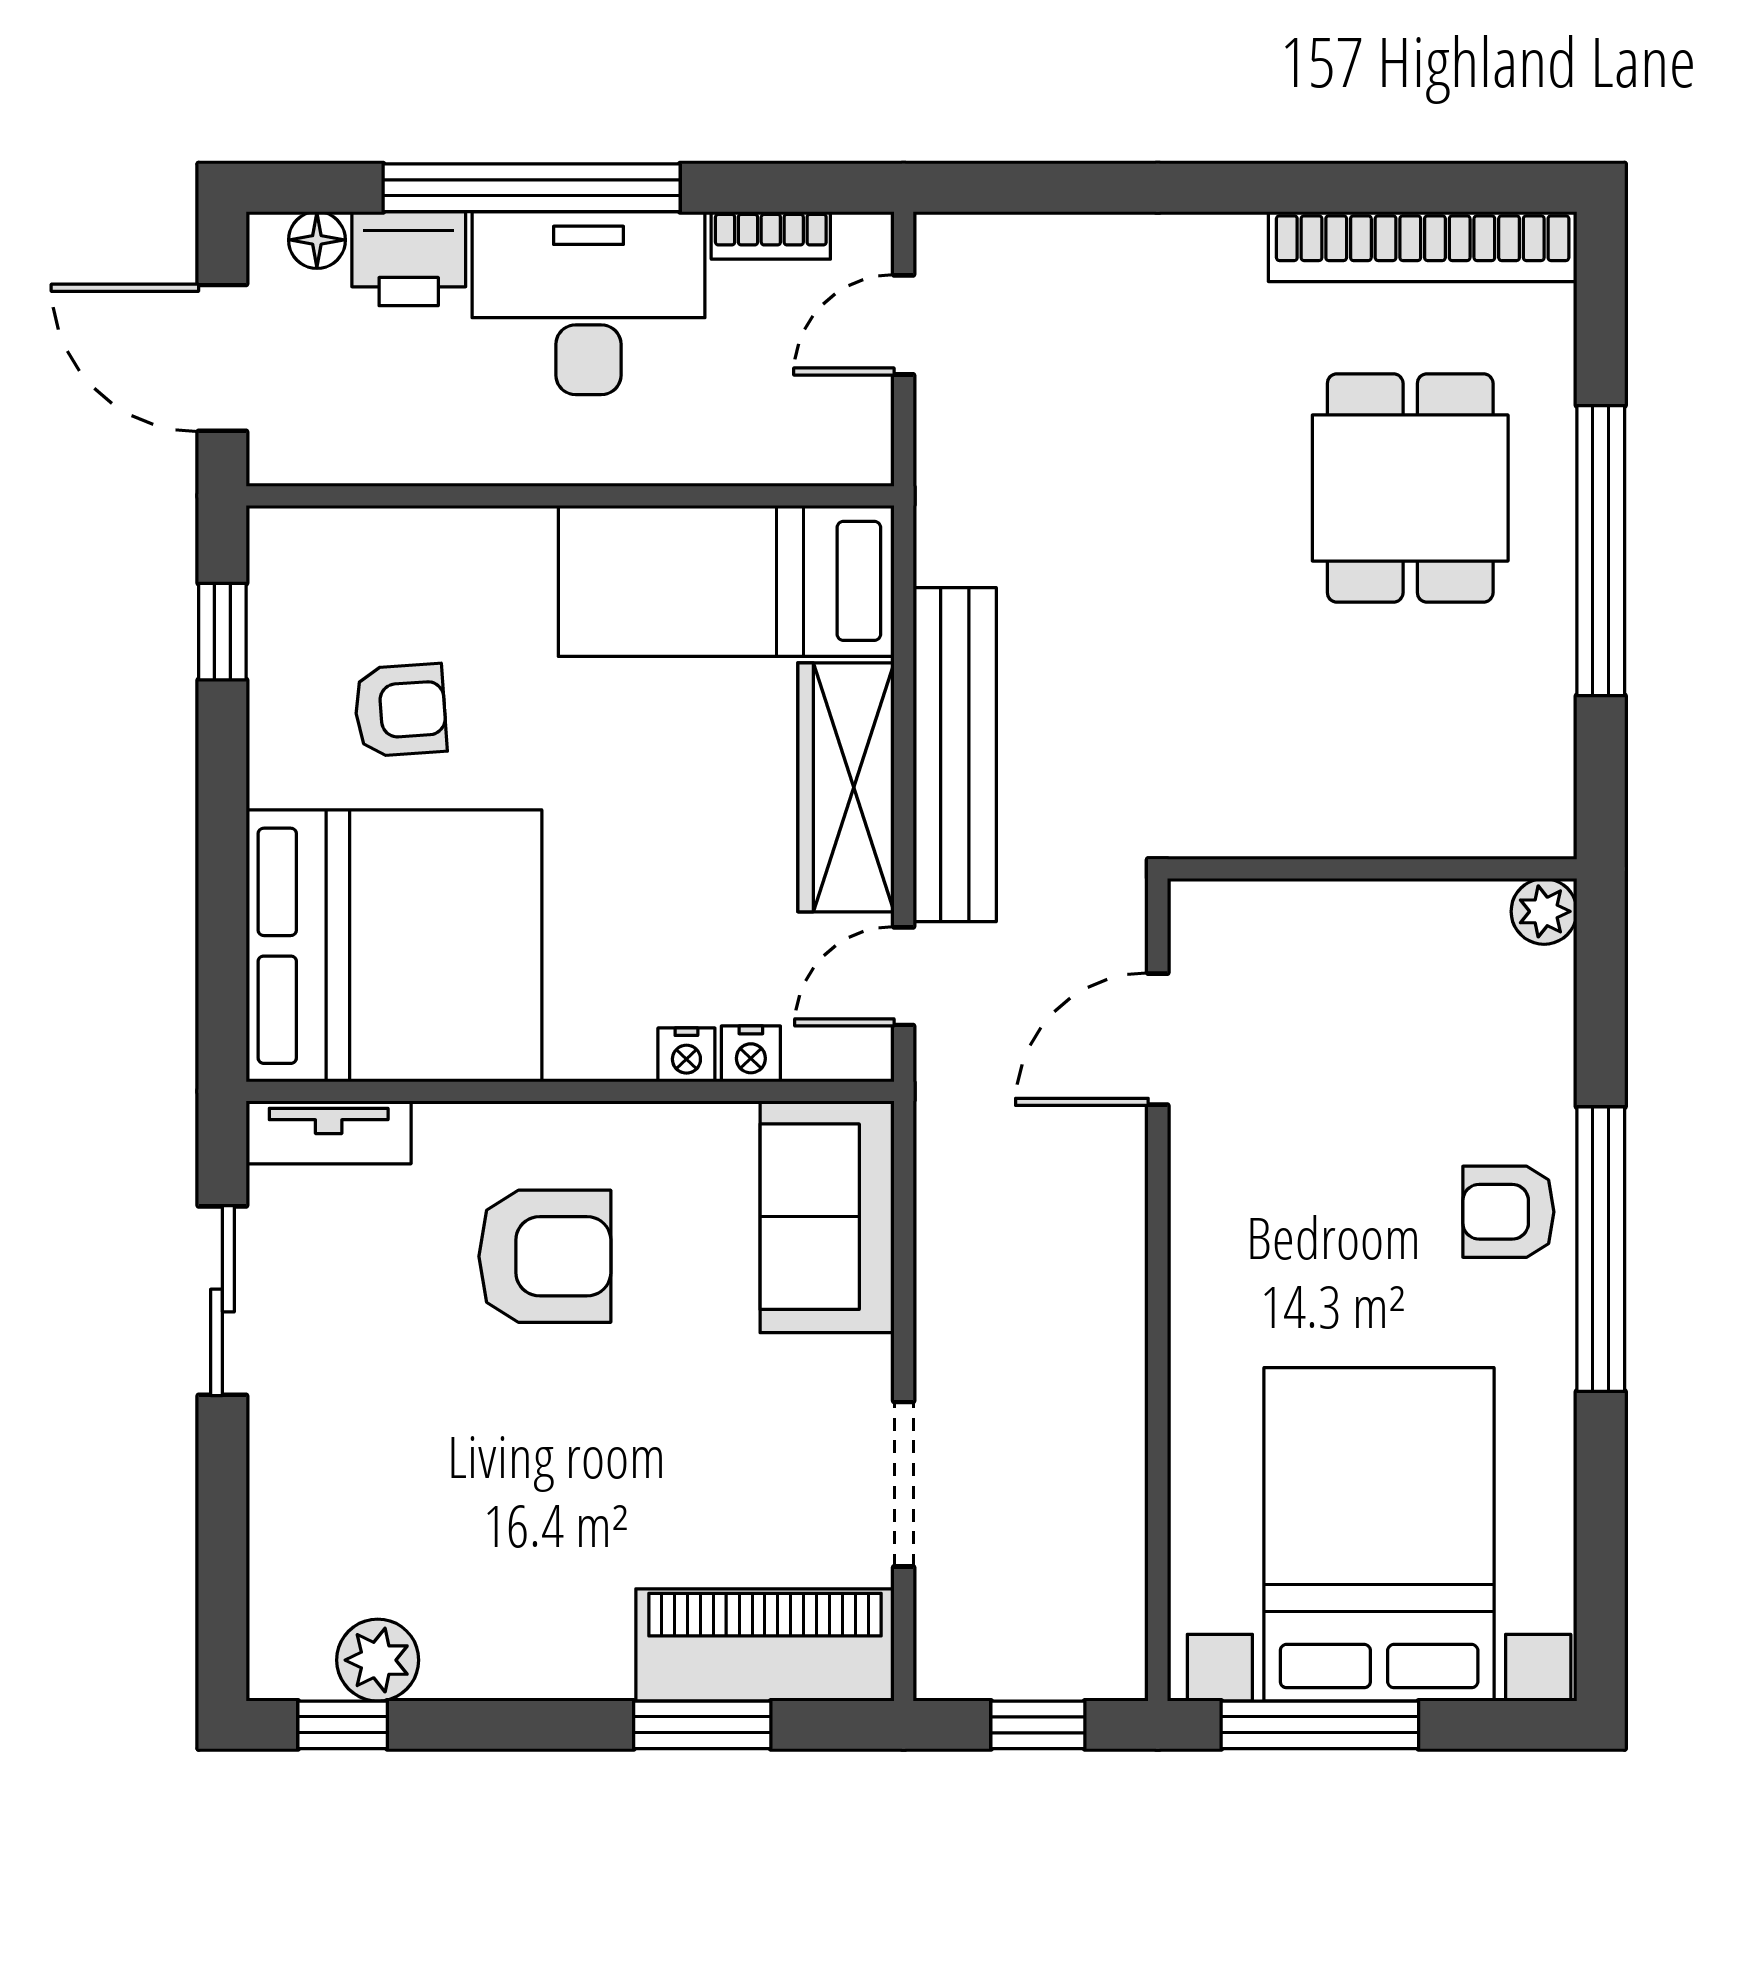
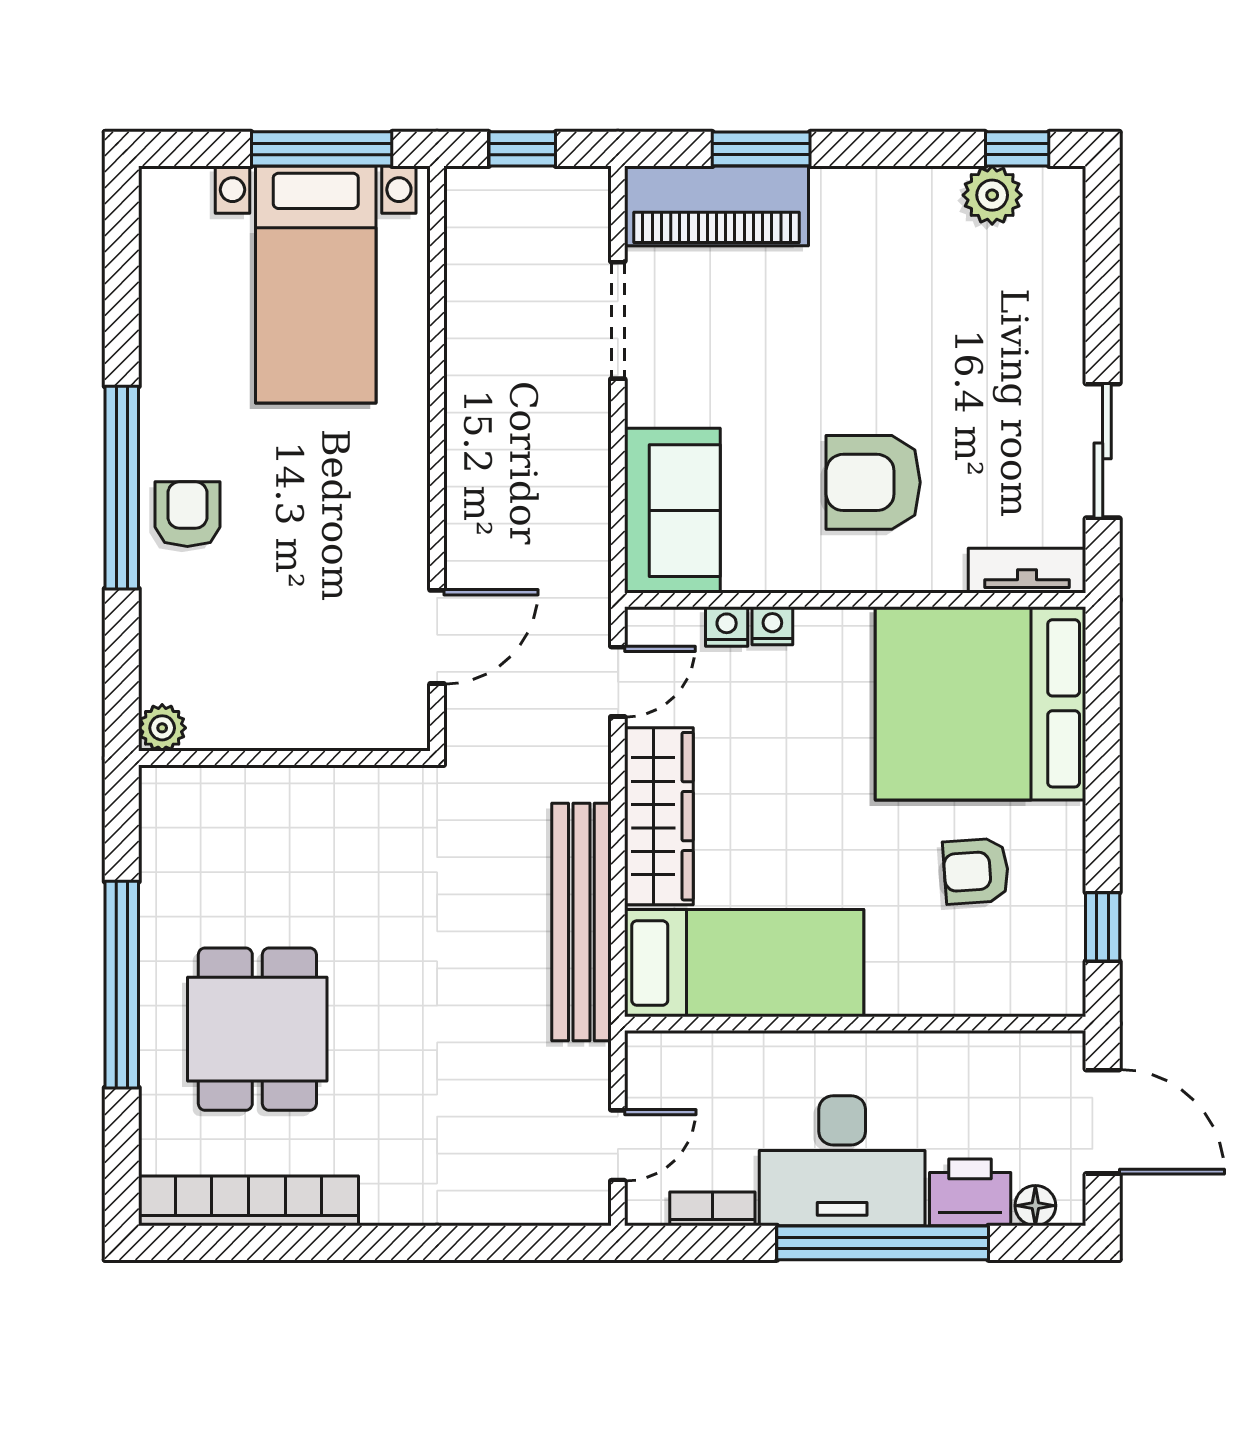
bench: (955, 755) -> (581, 922), moved
armchair: (1508, 1212) -> (187, 514), turned -90
bed with nightstands: (1379, 1534) -> (316, 285), width x0.73

